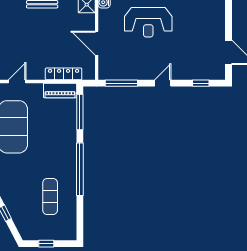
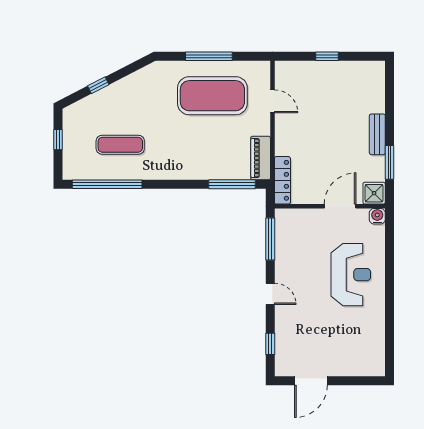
reception desk: (148, 22) -> (351, 275), turned 180
door: (97, 43) -> (340, 206), moved
locker: (64, 74) -> (282, 180), moved
window: (80, 169) -> (107, 184), moved

